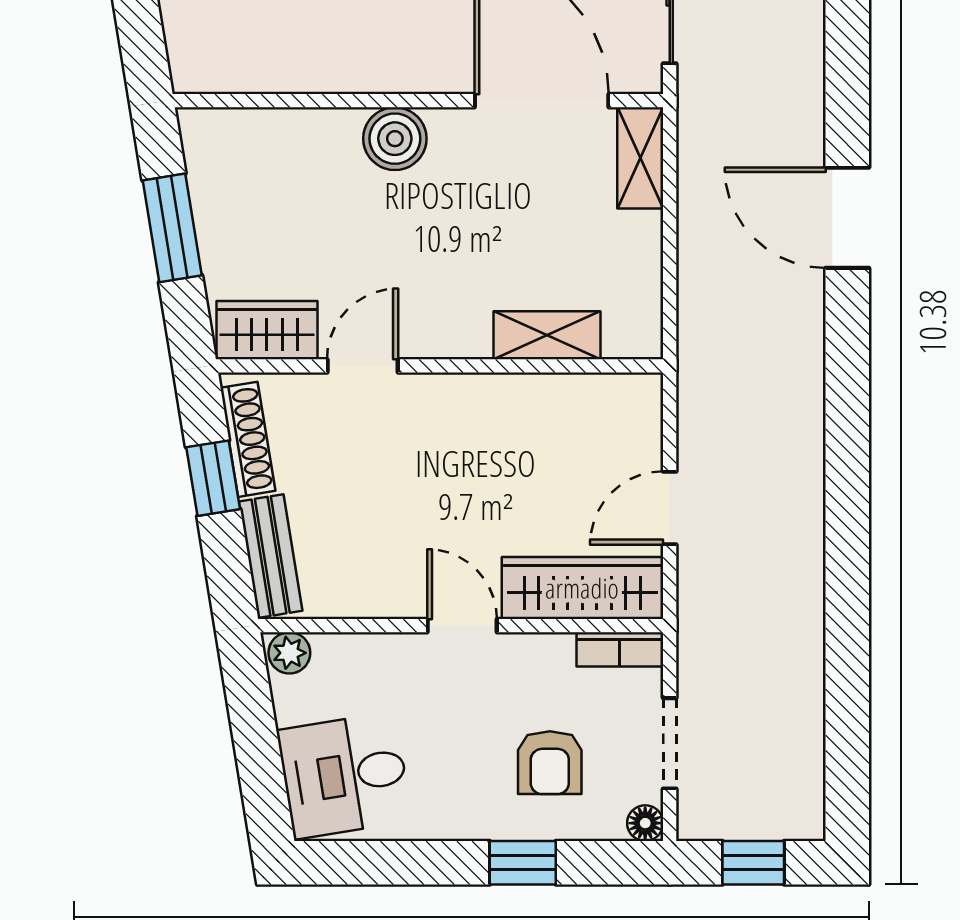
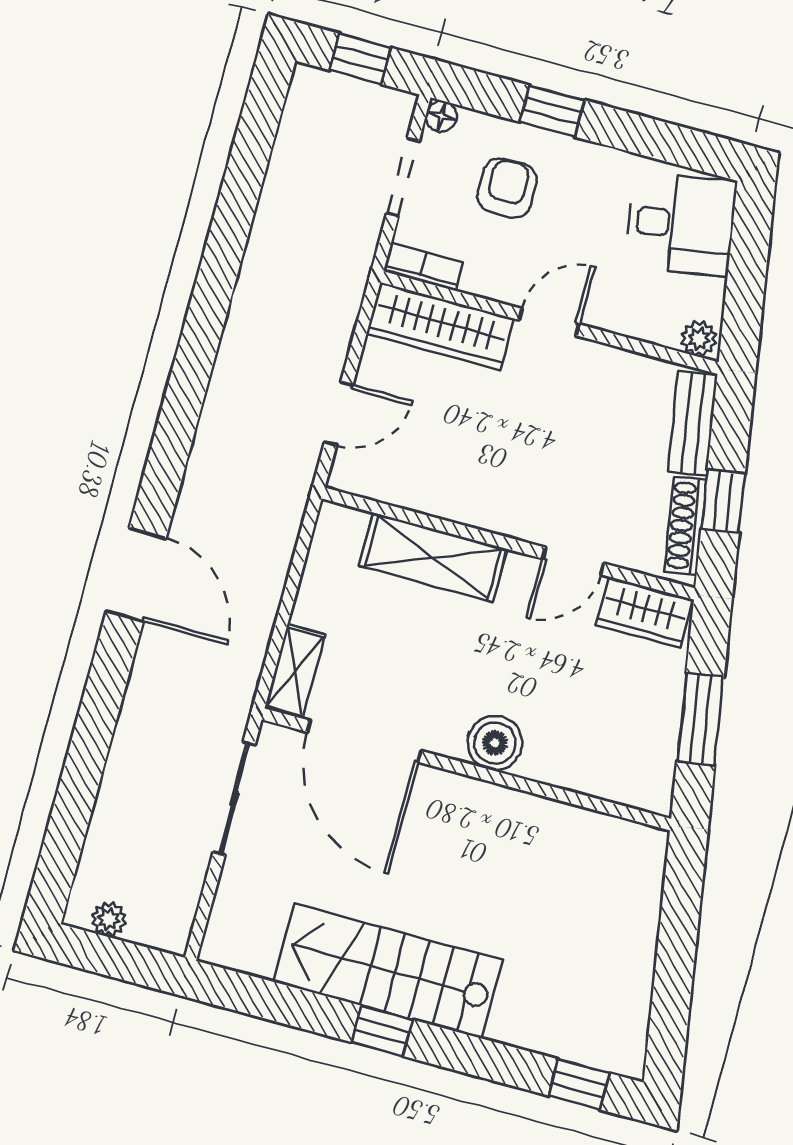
shelving: (547, 335) -> (433, 557), width x1.50, depth x1.33
door: (670, 508) -> (339, 414), moved
door: (462, 626) -> (549, 322), swing flipped

